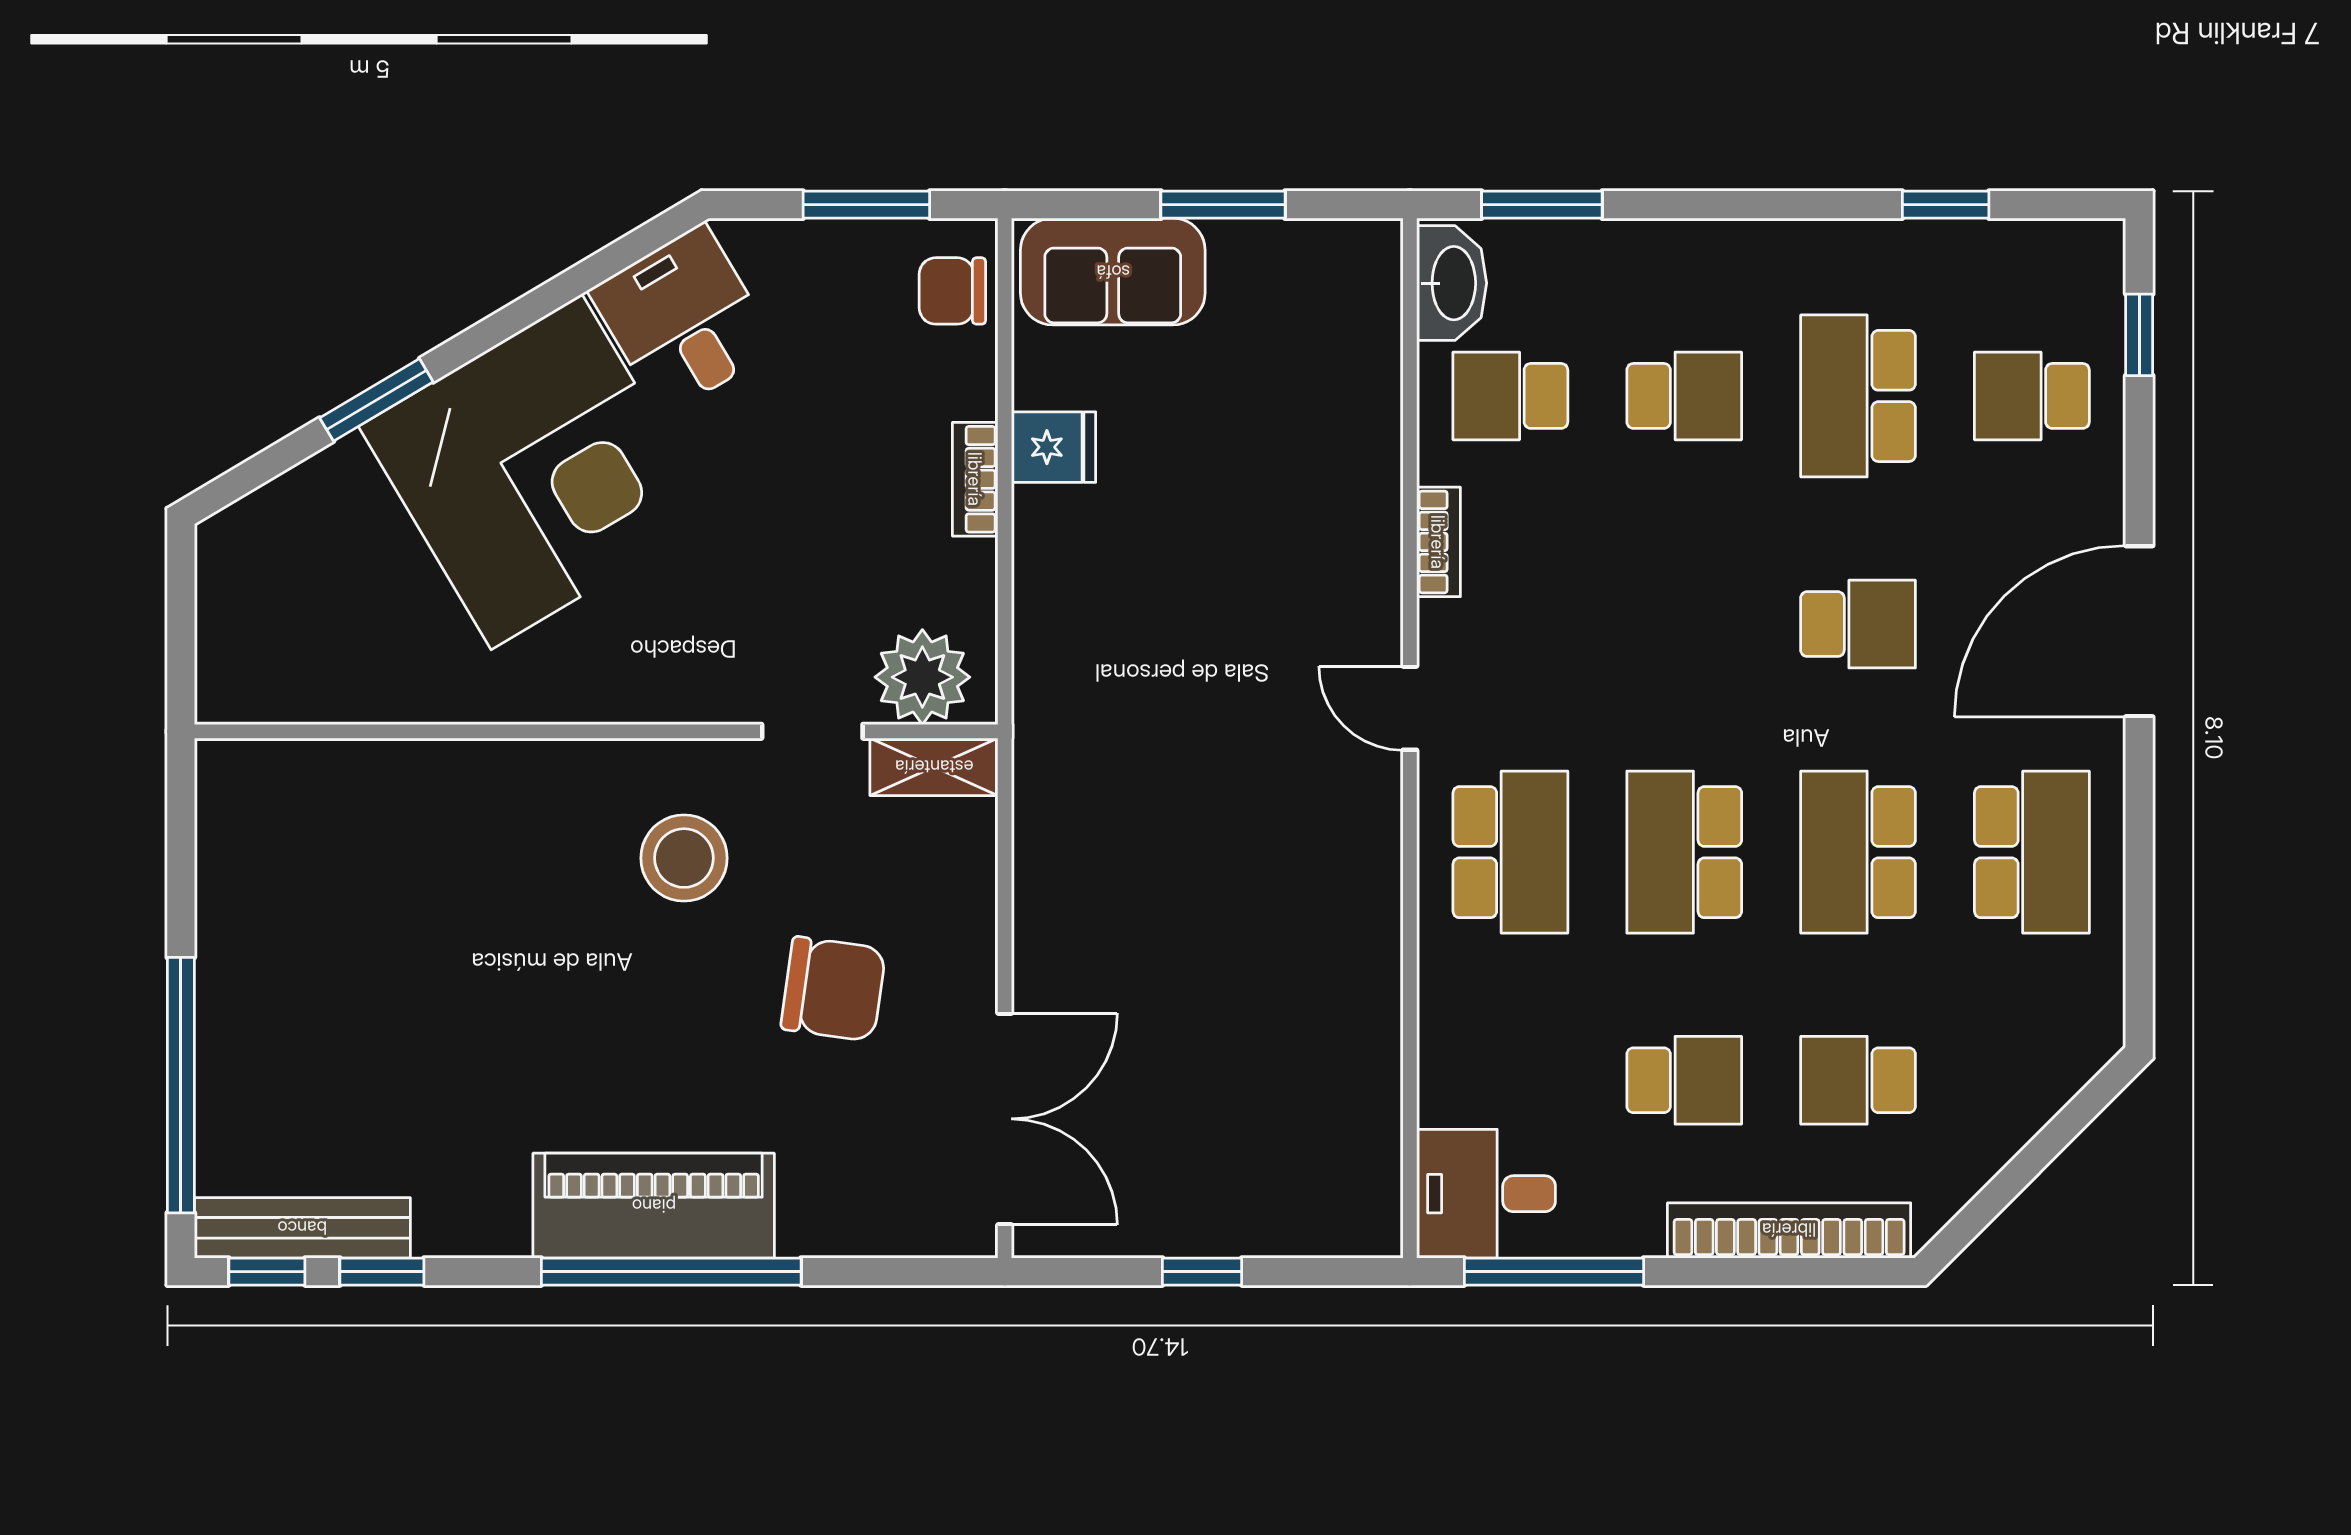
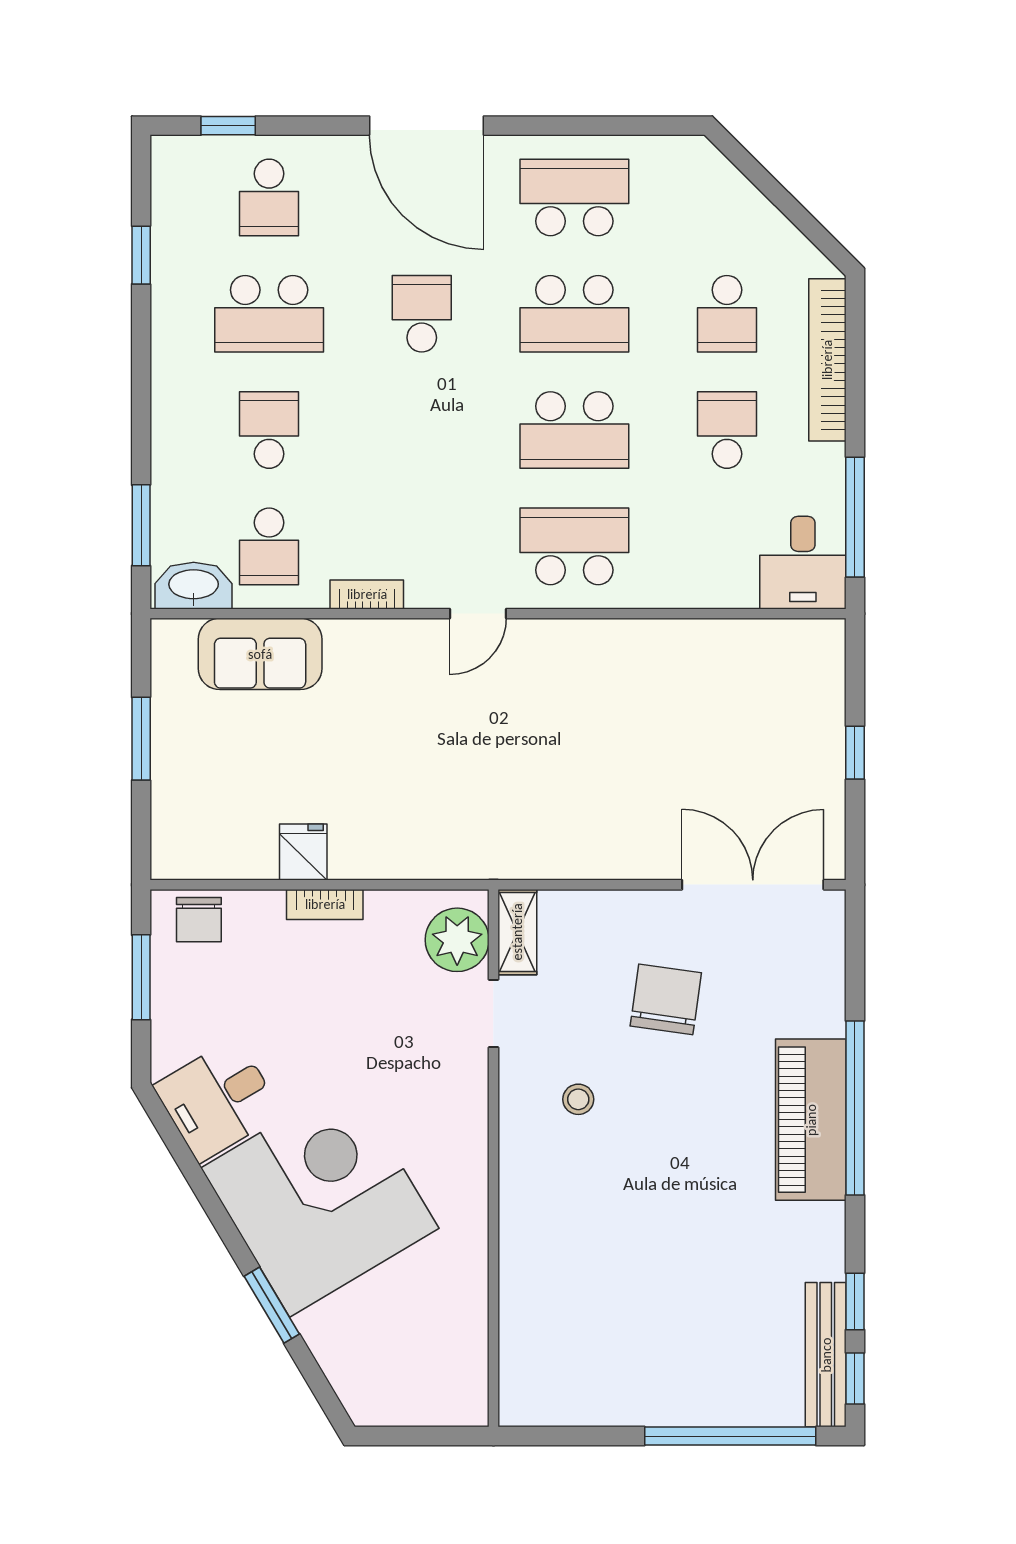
sofa: (1113, 272) -> (260, 654), moved, turned 90
stool: (684, 858) -> (578, 1099), width x0.53, depth x0.53

